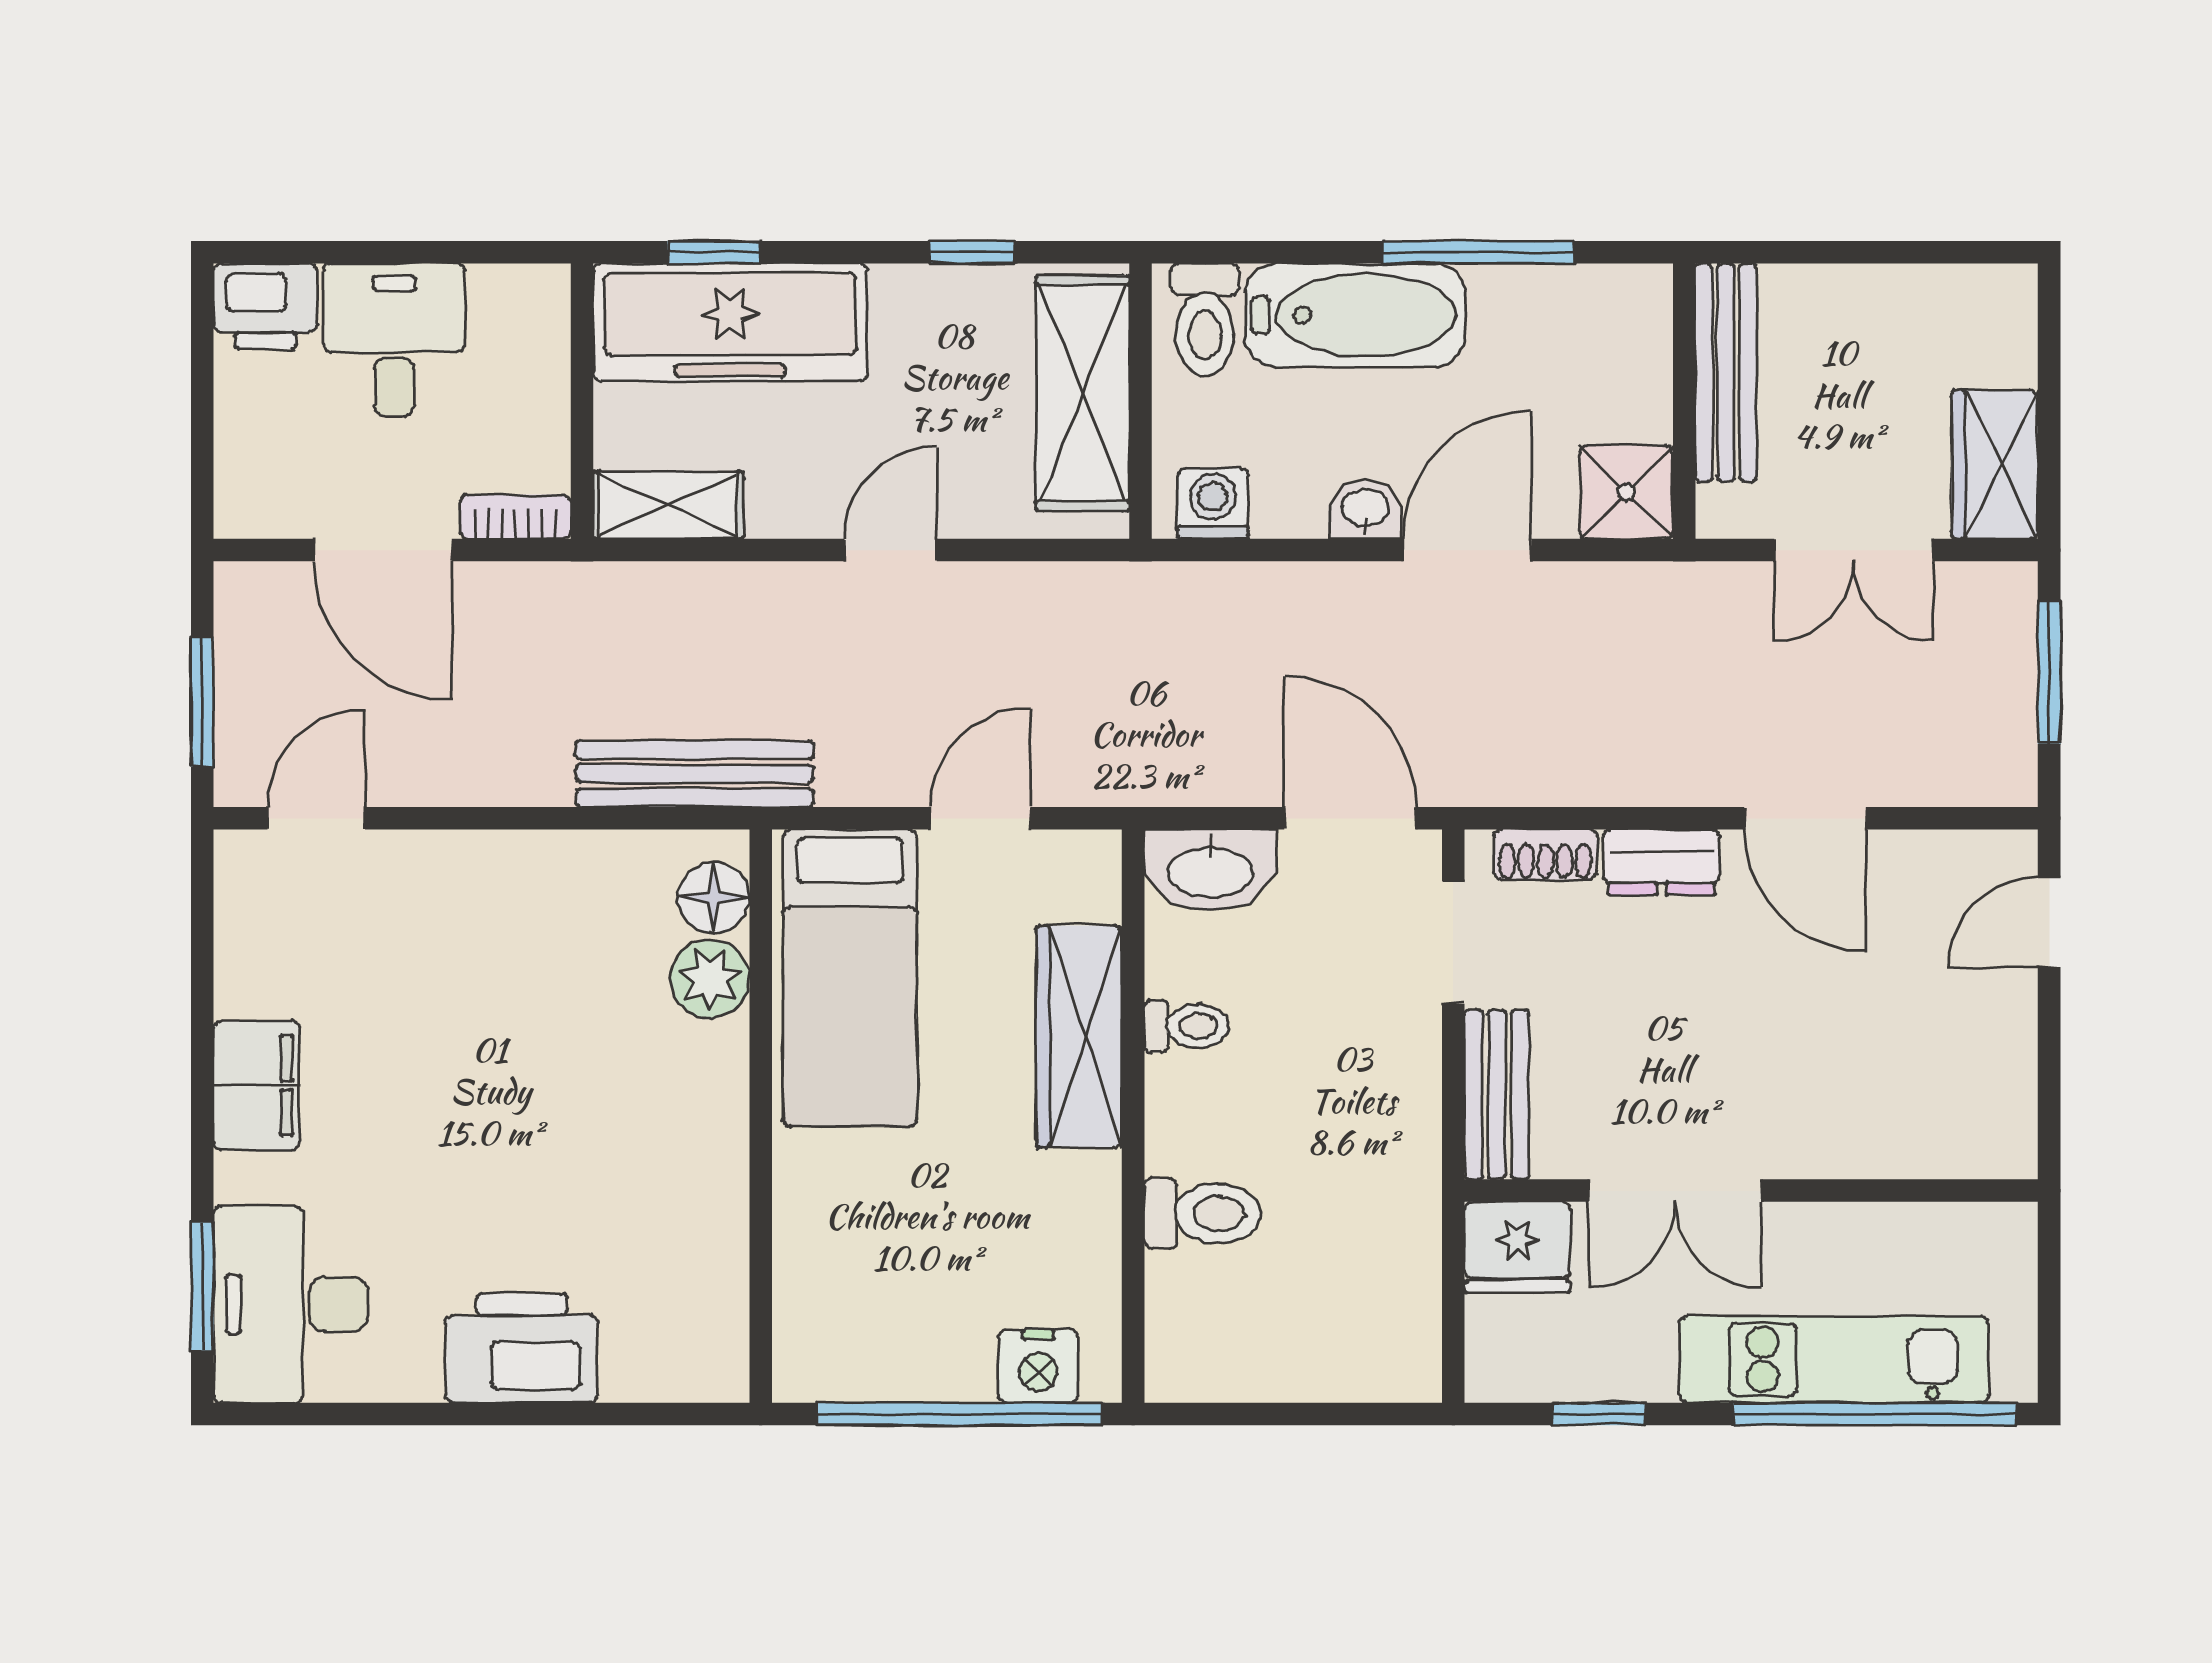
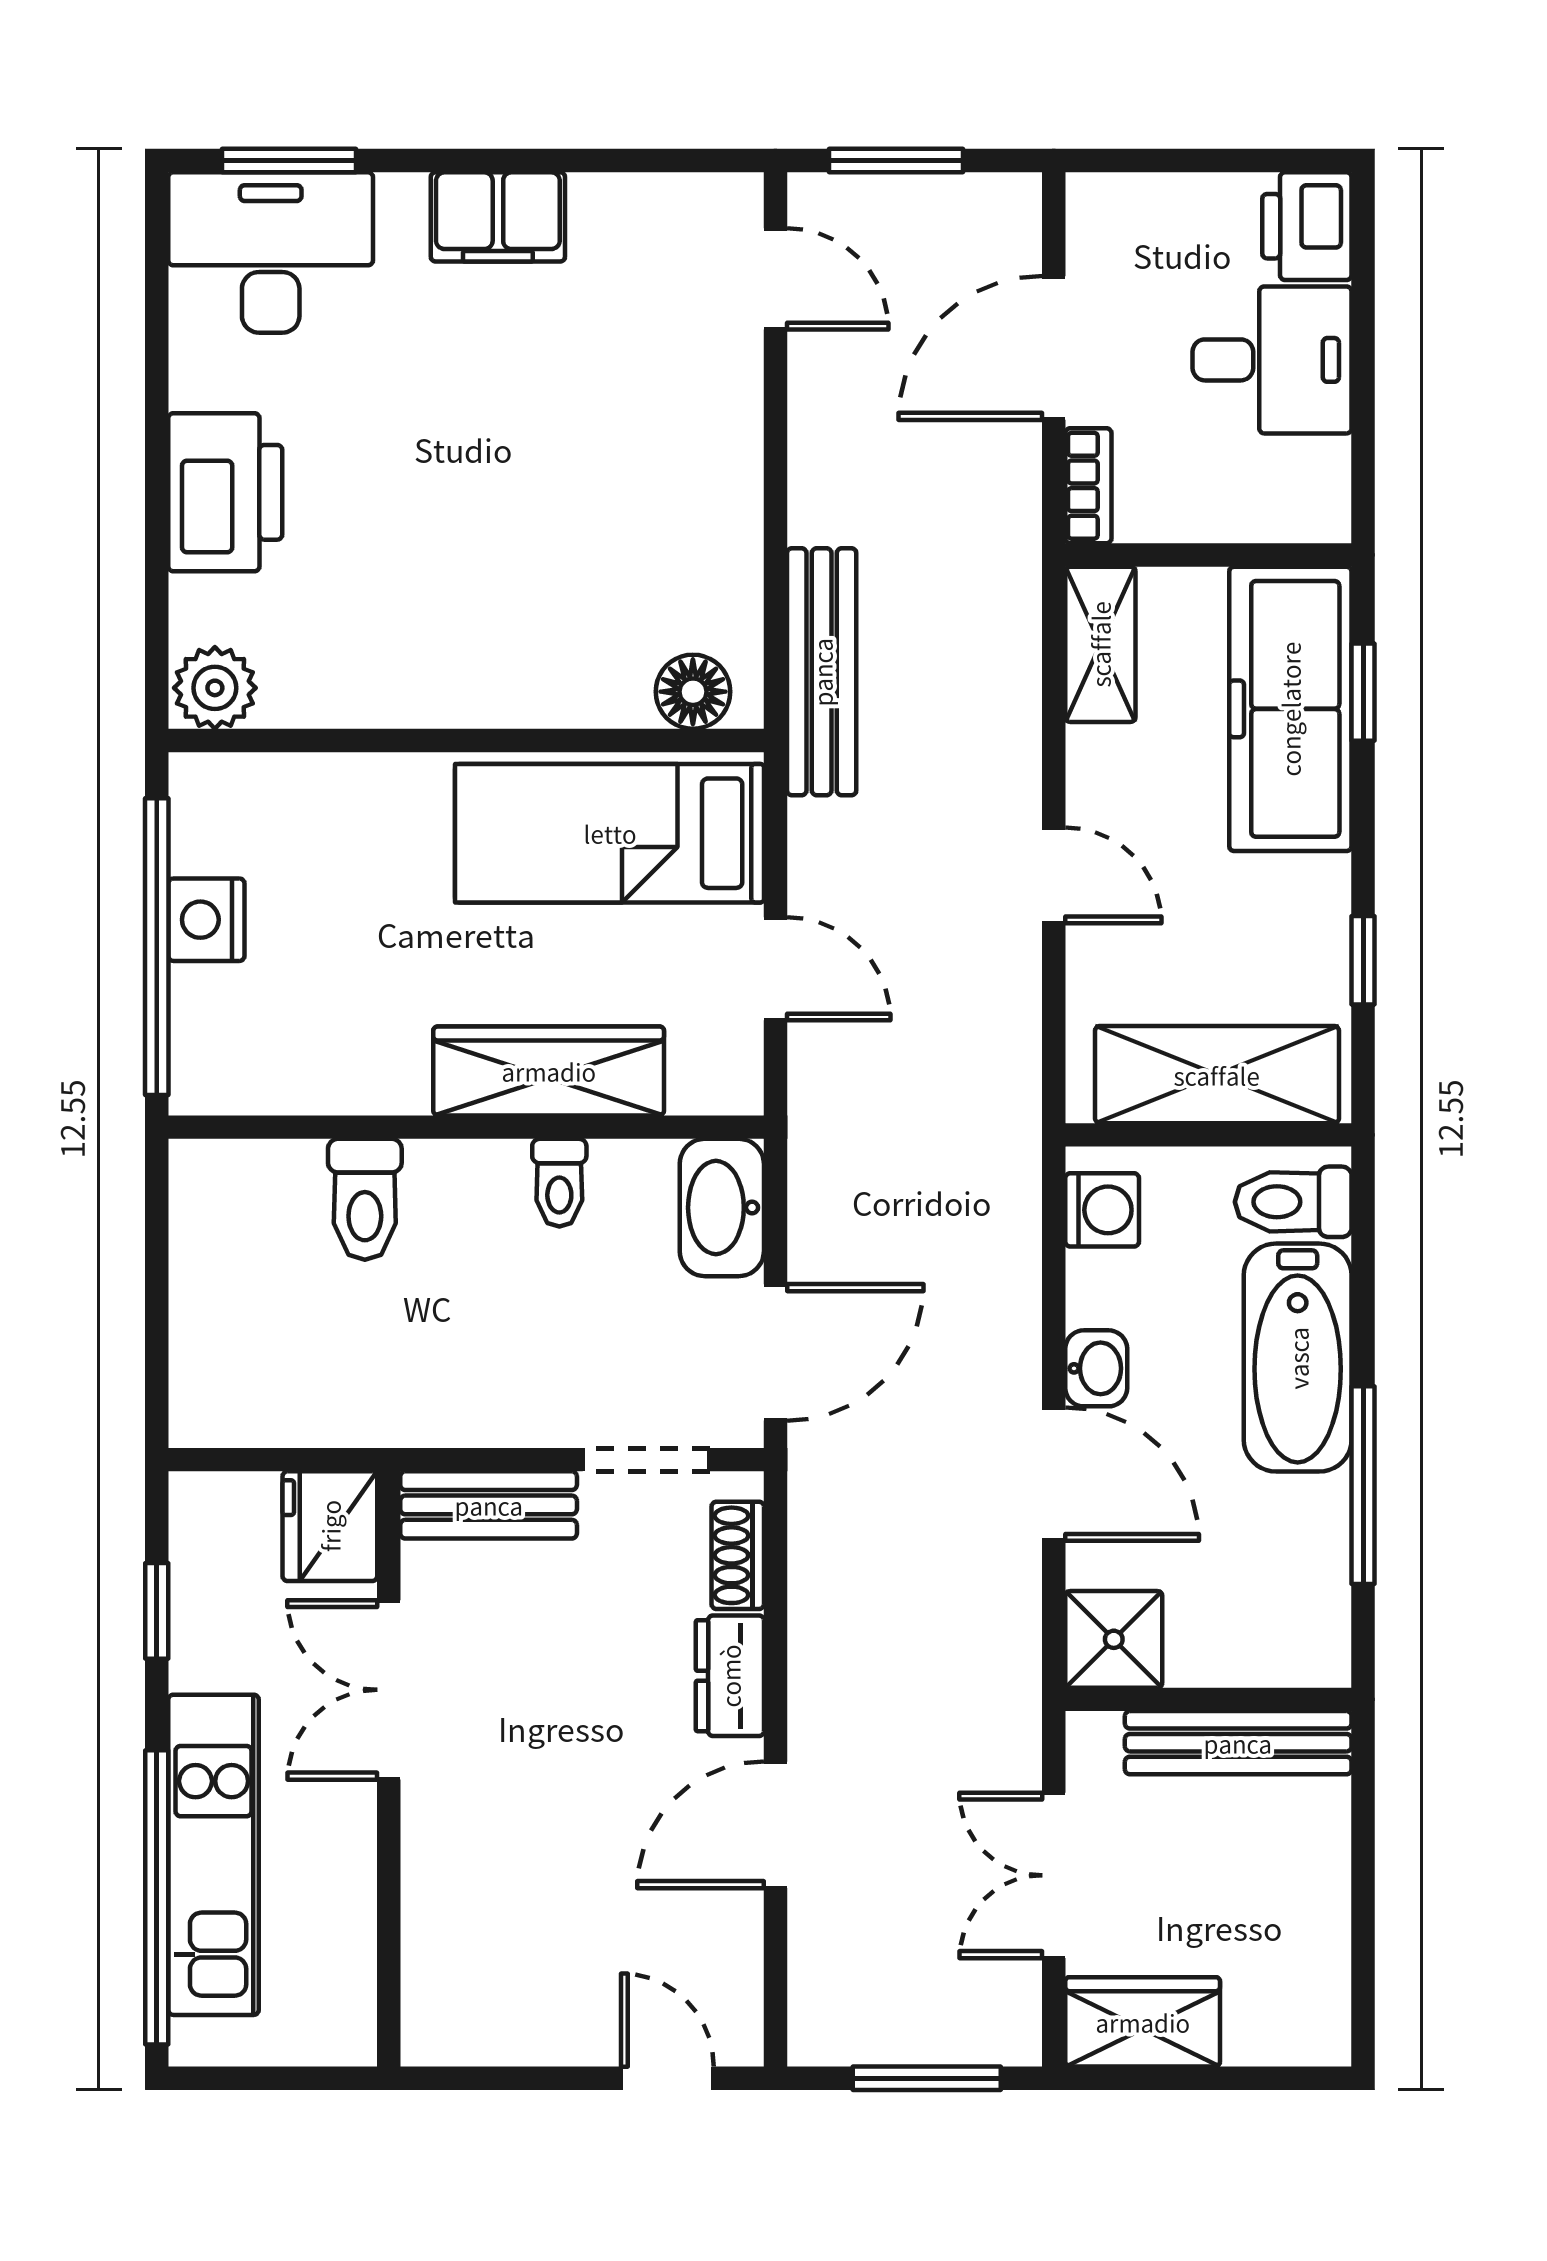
plant: (710, 979) -> (215, 688), moved
nightstand: (1038, 1366) -> (206, 920), moved

